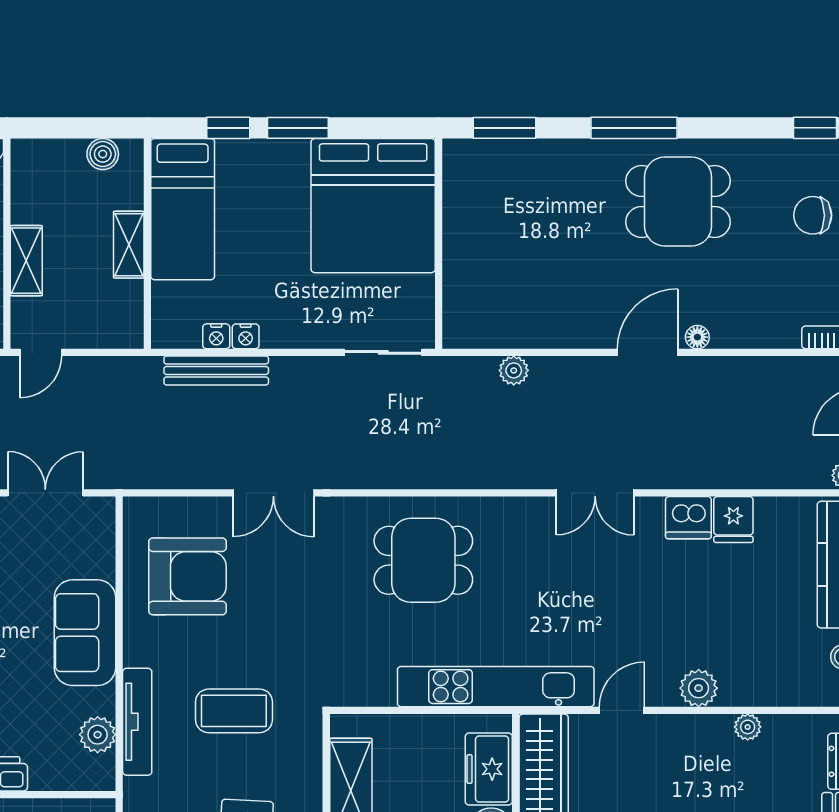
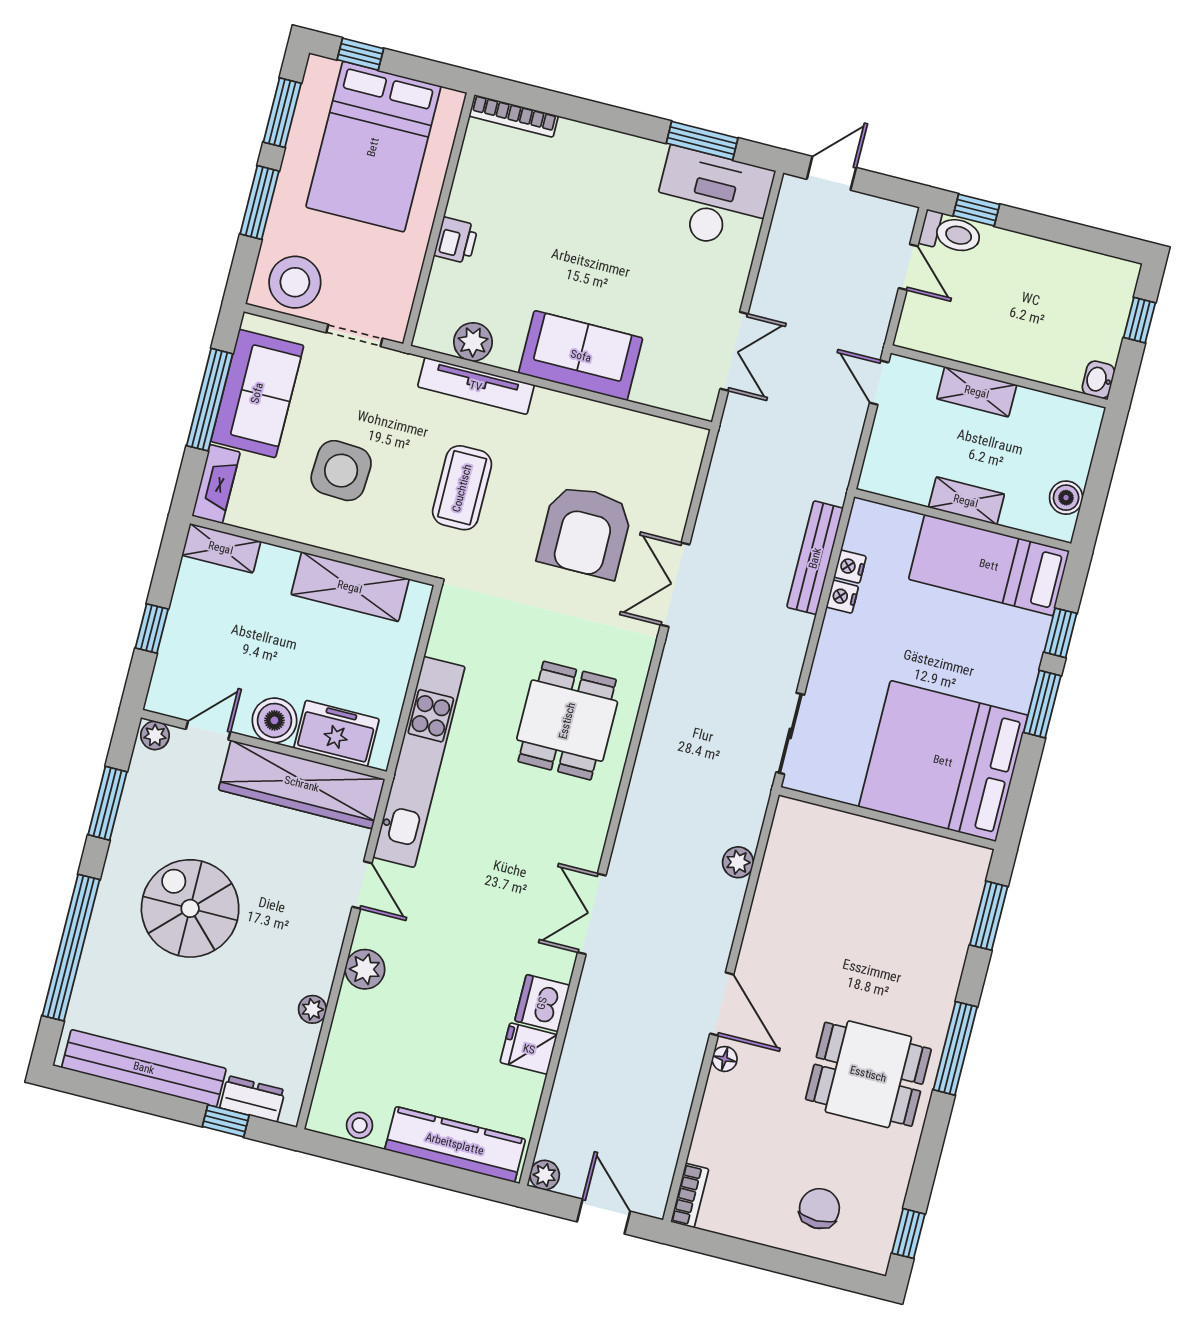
dining table: (678, 202) -> (868, 1074), turned 90
armchair: (188, 576) -> (585, 531), moved

